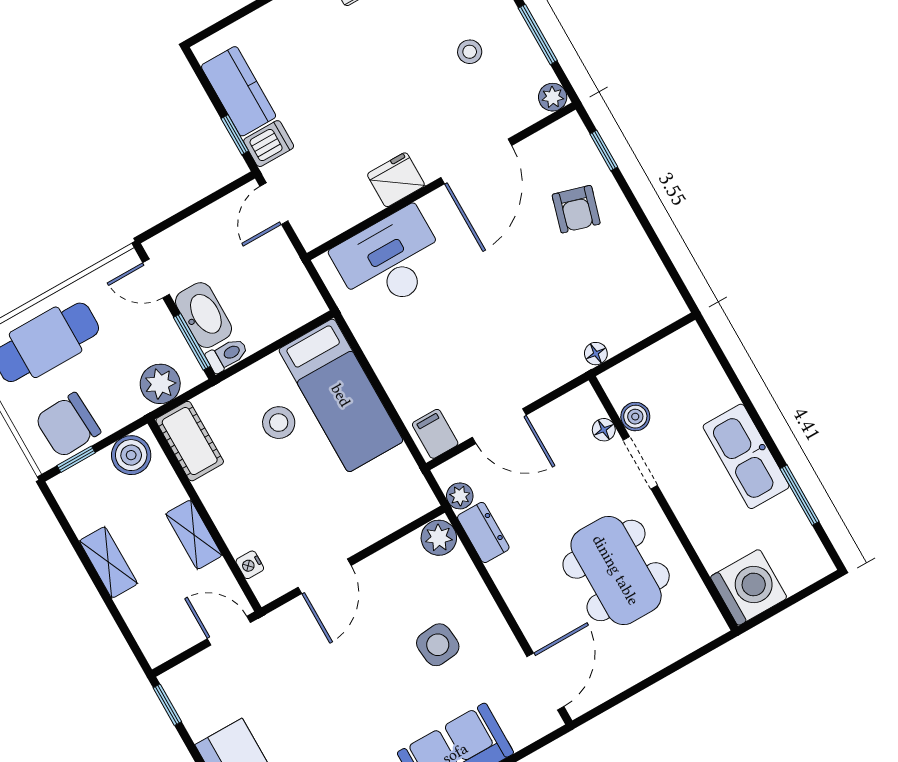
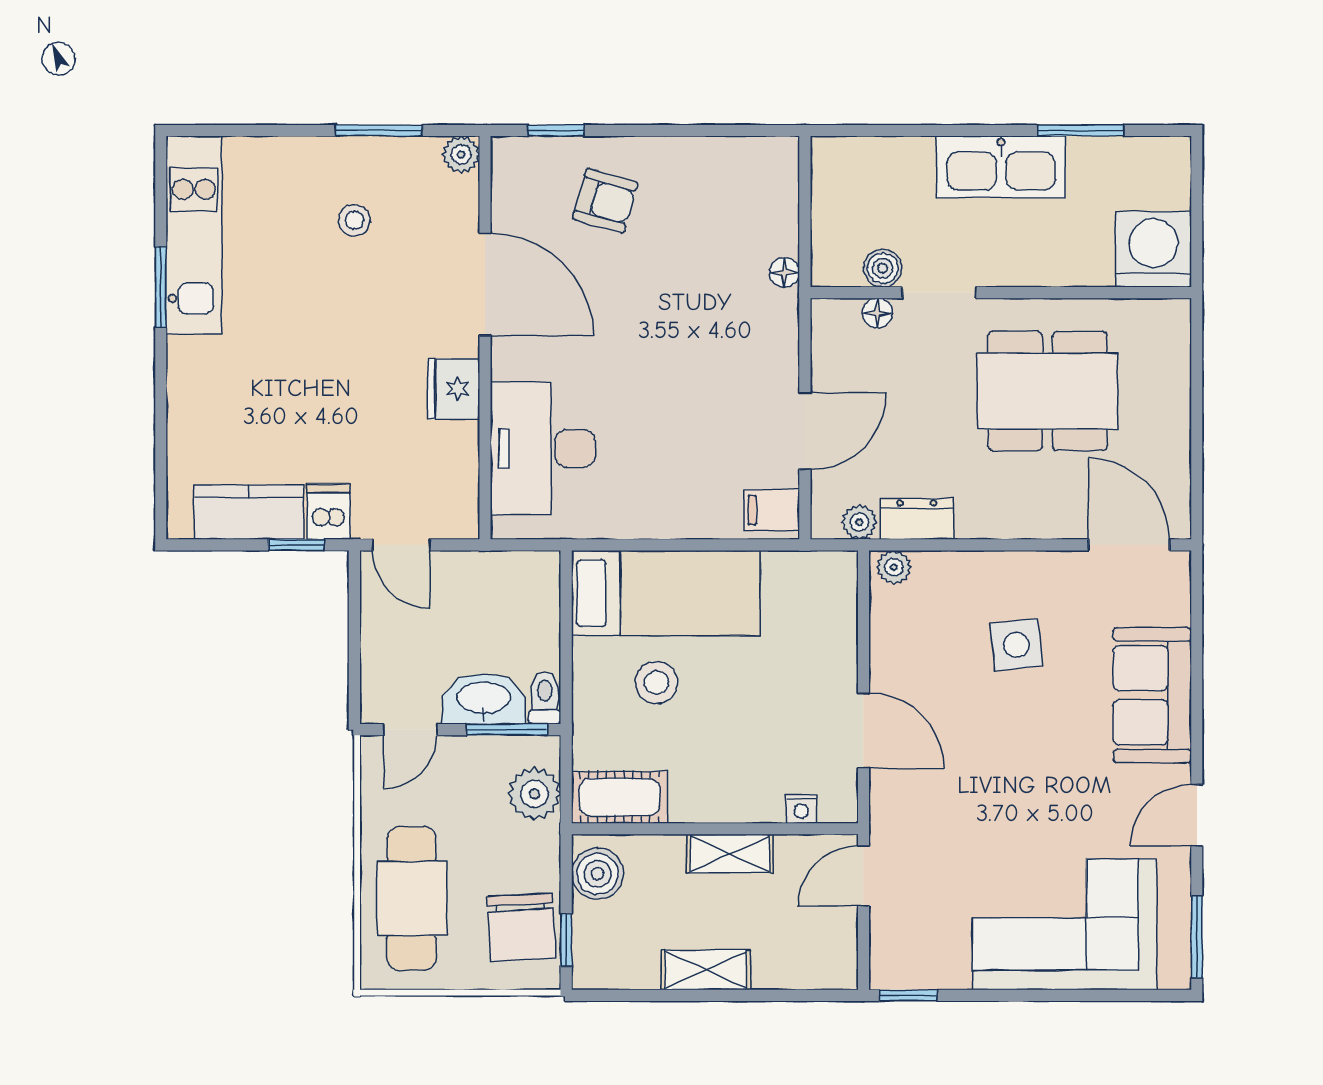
plant: (439, 538) -> (894, 567), width x0.73, depth x0.73

